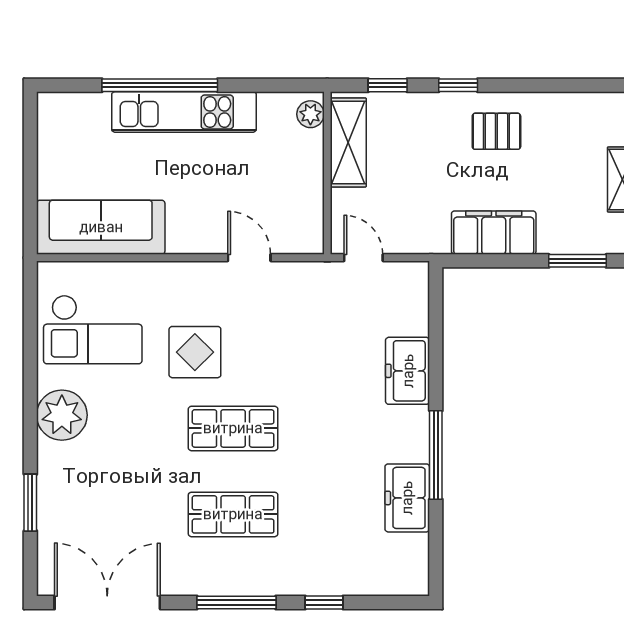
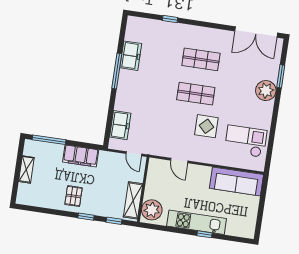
window: (160, 85) -> (205, 234), width x0.32
plant: (310, 114) -> (152, 210), width x1.87, depth x1.87
pallet: (496, 131) -> (74, 196), turned 90
window: (577, 261) -> (49, 140), width x1.44
freezer: (408, 371) -> (120, 125), moved
plant: (62, 415) -> (266, 91), moved
window: (236, 602) -> (205, 24), removed

